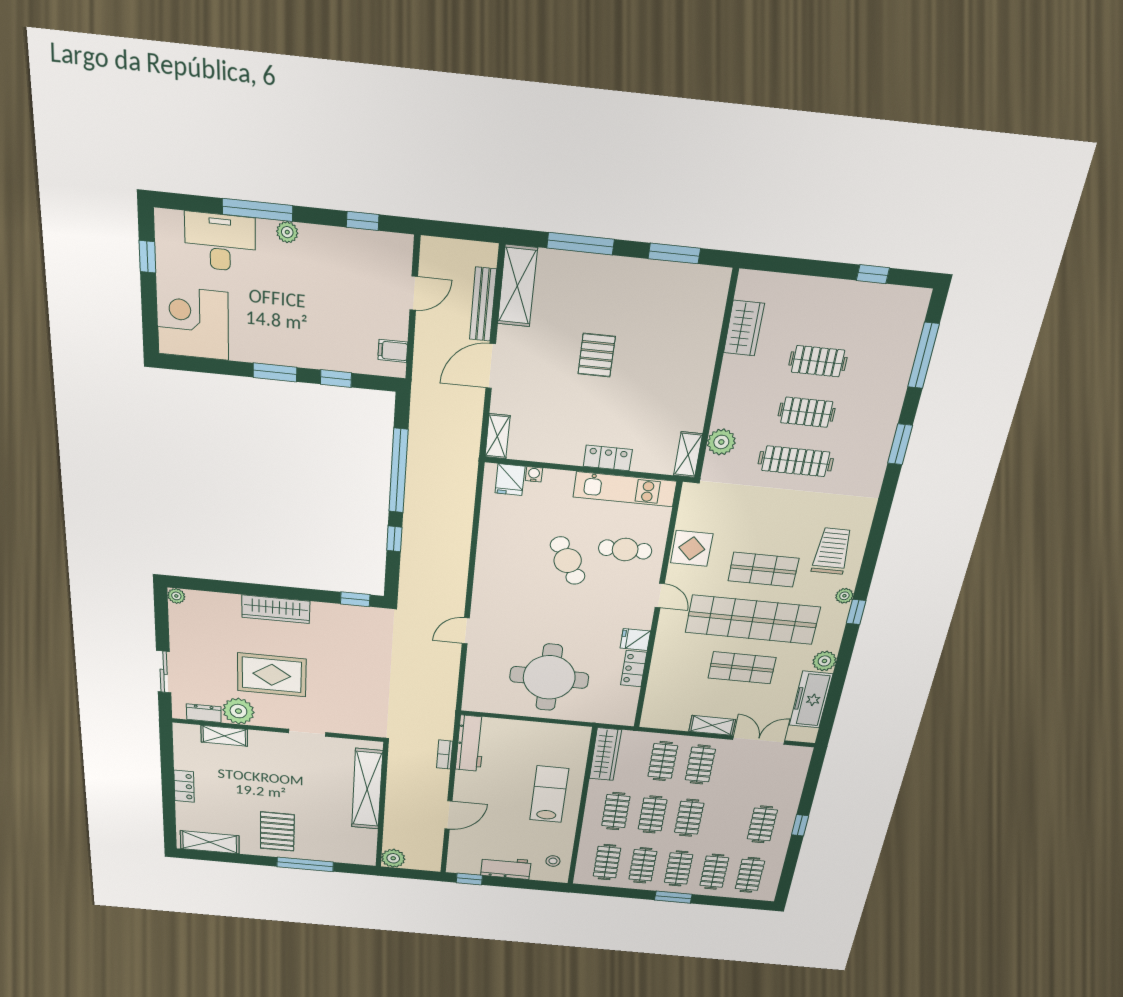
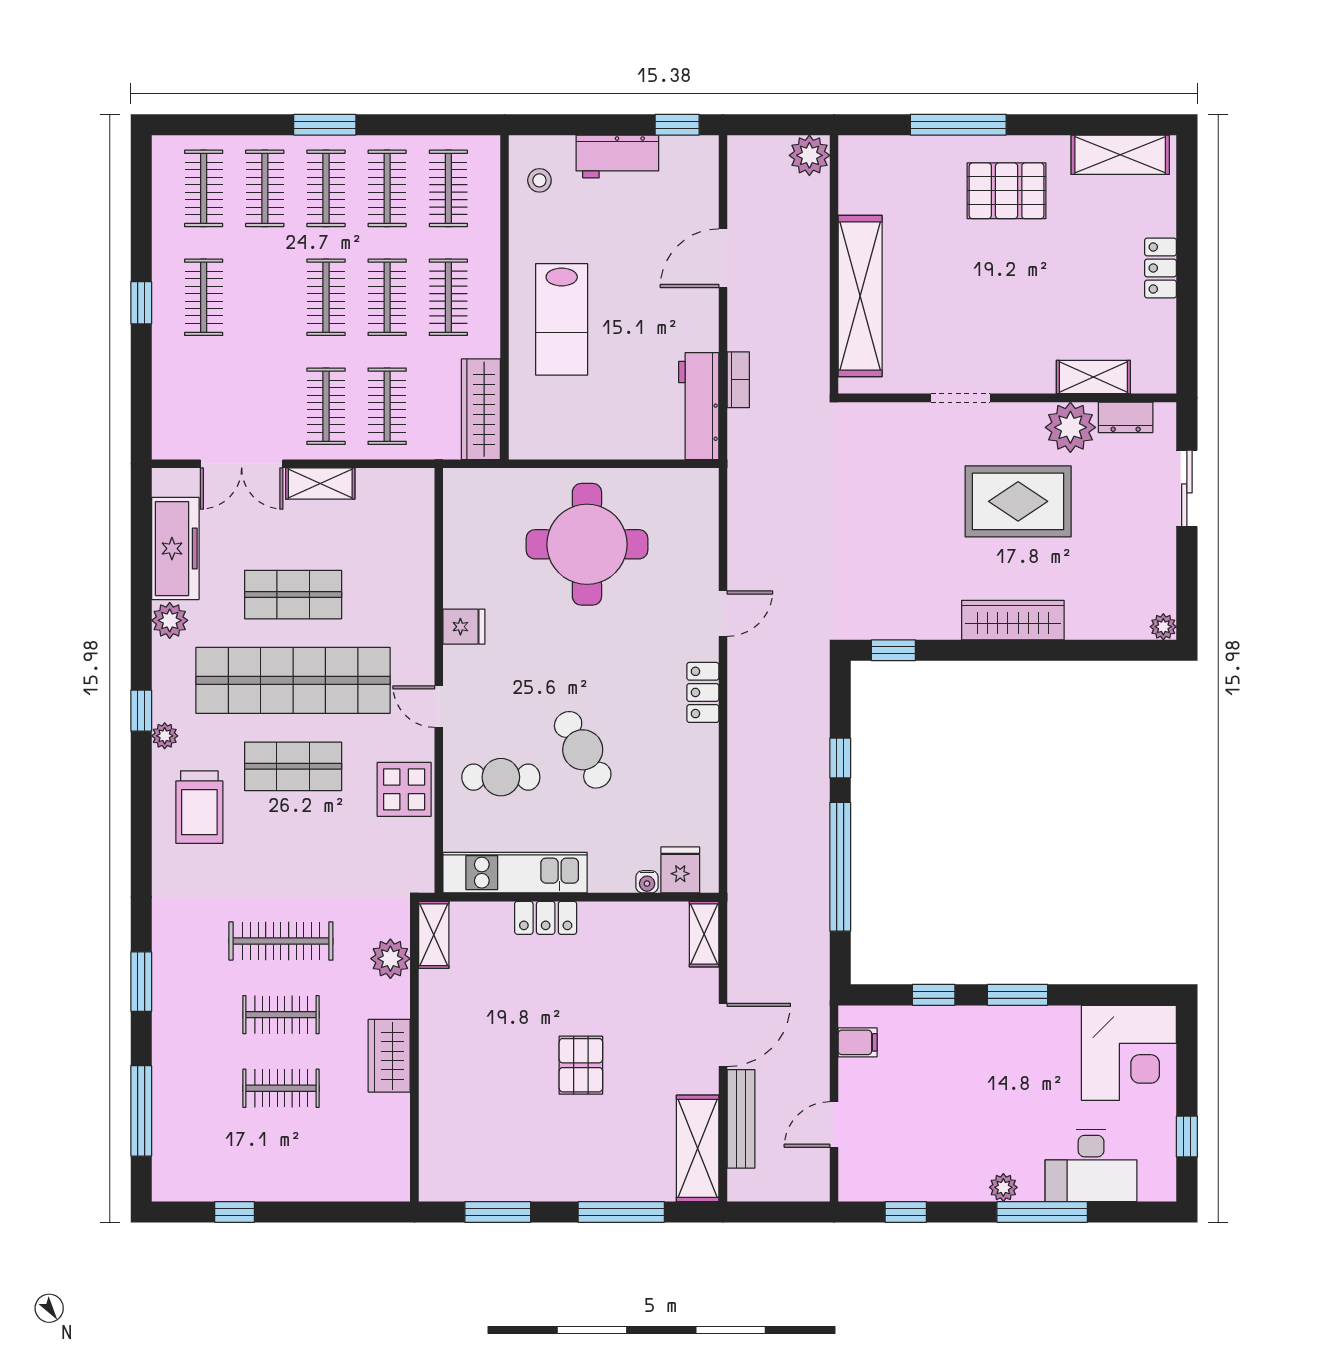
wardrobe: (744, 328) -> (389, 1056), moved
locker: (634, 669) -> (703, 692), moved, turned 180
pallet: (277, 831) -> (1007, 191), turned 90

